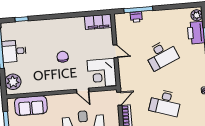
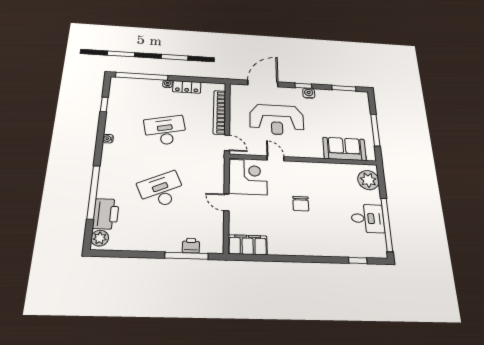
door: (119, 99) -> (227, 143), swing flipped
desk: (165, 103) -> (165, 131), turned -30

